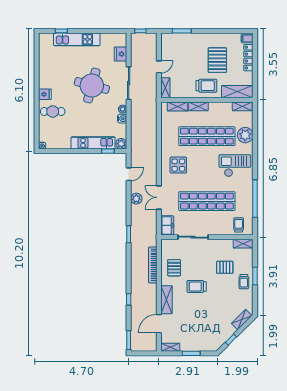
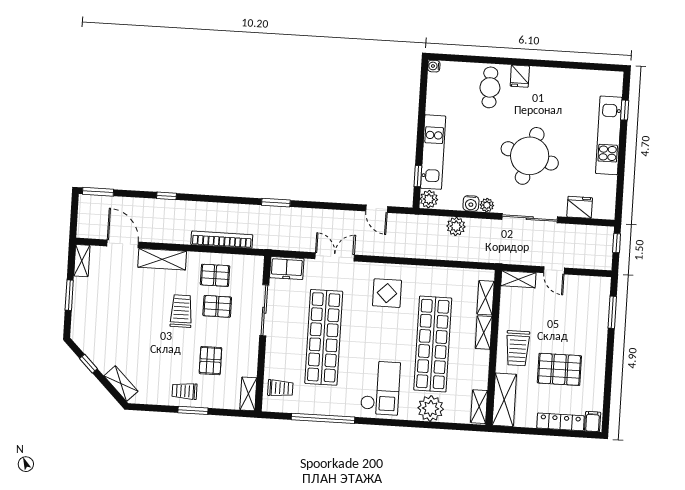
plant: (136, 199) -> (456, 226), moved
pallet: (192, 265) -> (217, 306), added

